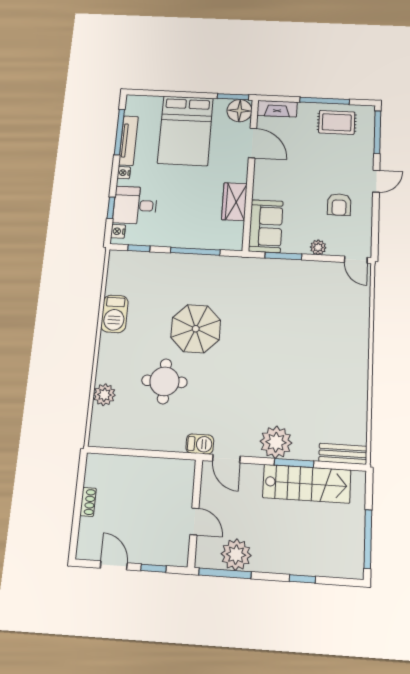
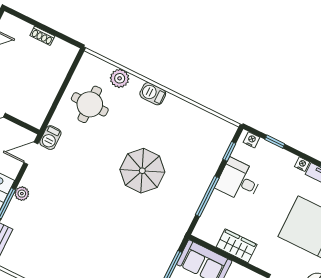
desk: (135, 205) -> (239, 181), moved, turned -90
barbecue: (114, 314) -> (153, 94), moved, width x0.73, depth x0.79
round table: (164, 381) -> (90, 104), moved
plant: (276, 442) -> (22, 194), width x0.53, depth x0.53

